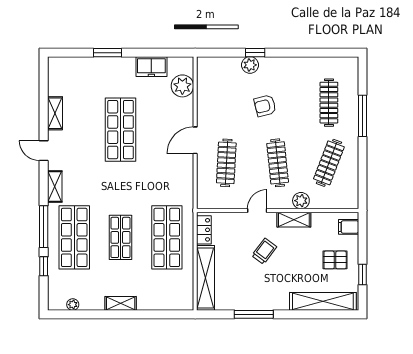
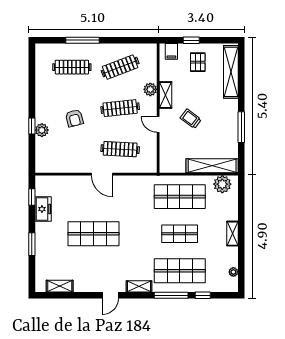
window: (166, 53) -> (32, 197), added
plant: (182, 86) -> (222, 184), moved
shelving: (55, 113) -> (60, 286), moved
clothes rail: (329, 163) -> (120, 67), turned -42
locker: (204, 230) -> (174, 167), removed
window: (362, 274) -> (191, 40), moved

